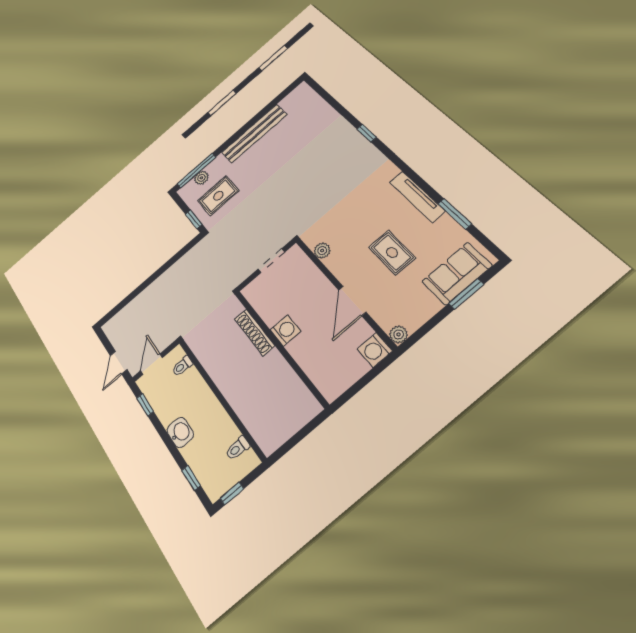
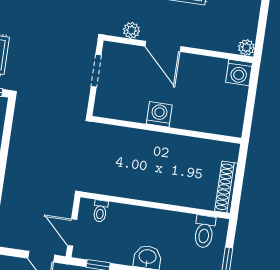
door: (352, 301) -> (163, 46), moved
shoe rack: (254, 332) -> (226, 187), moved, turned 90
toilet: (238, 448) -> (204, 232), width x1.37, depth x1.39

